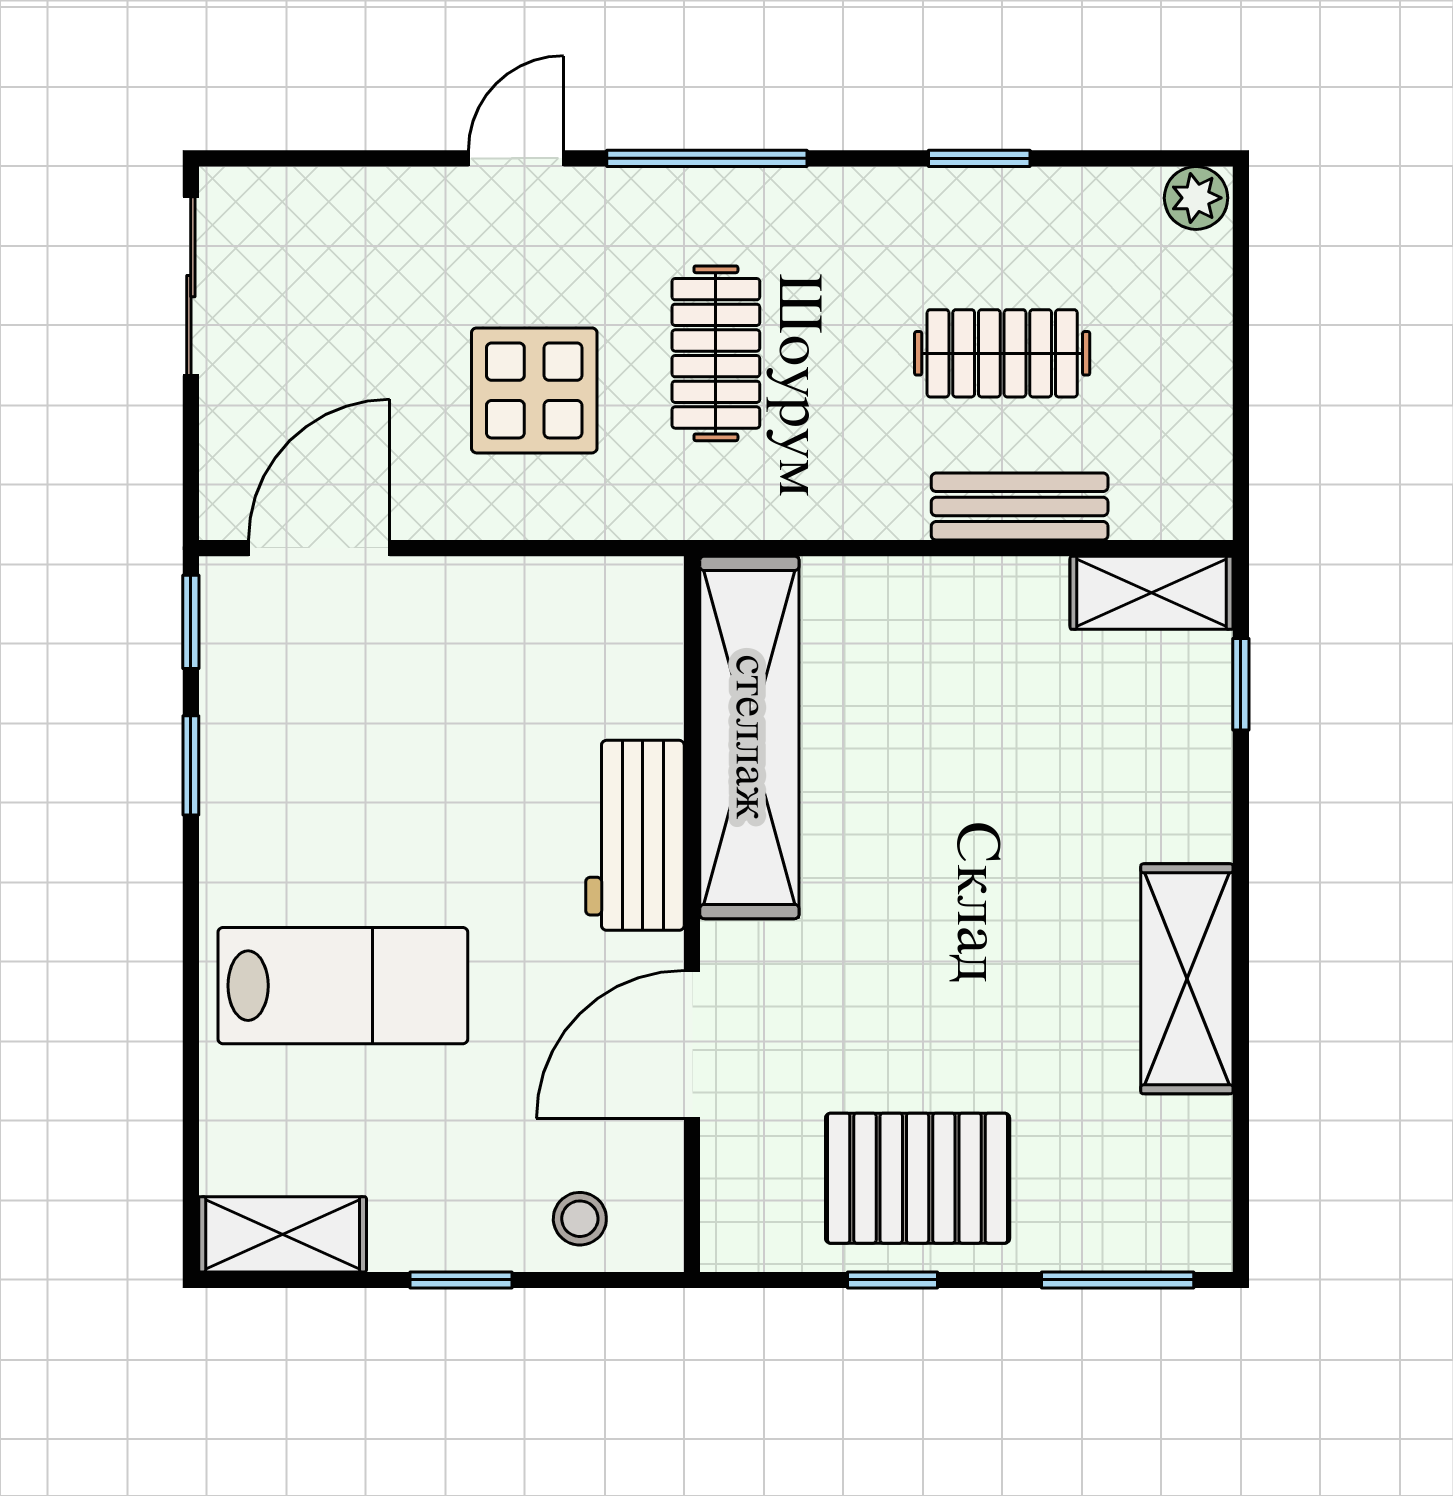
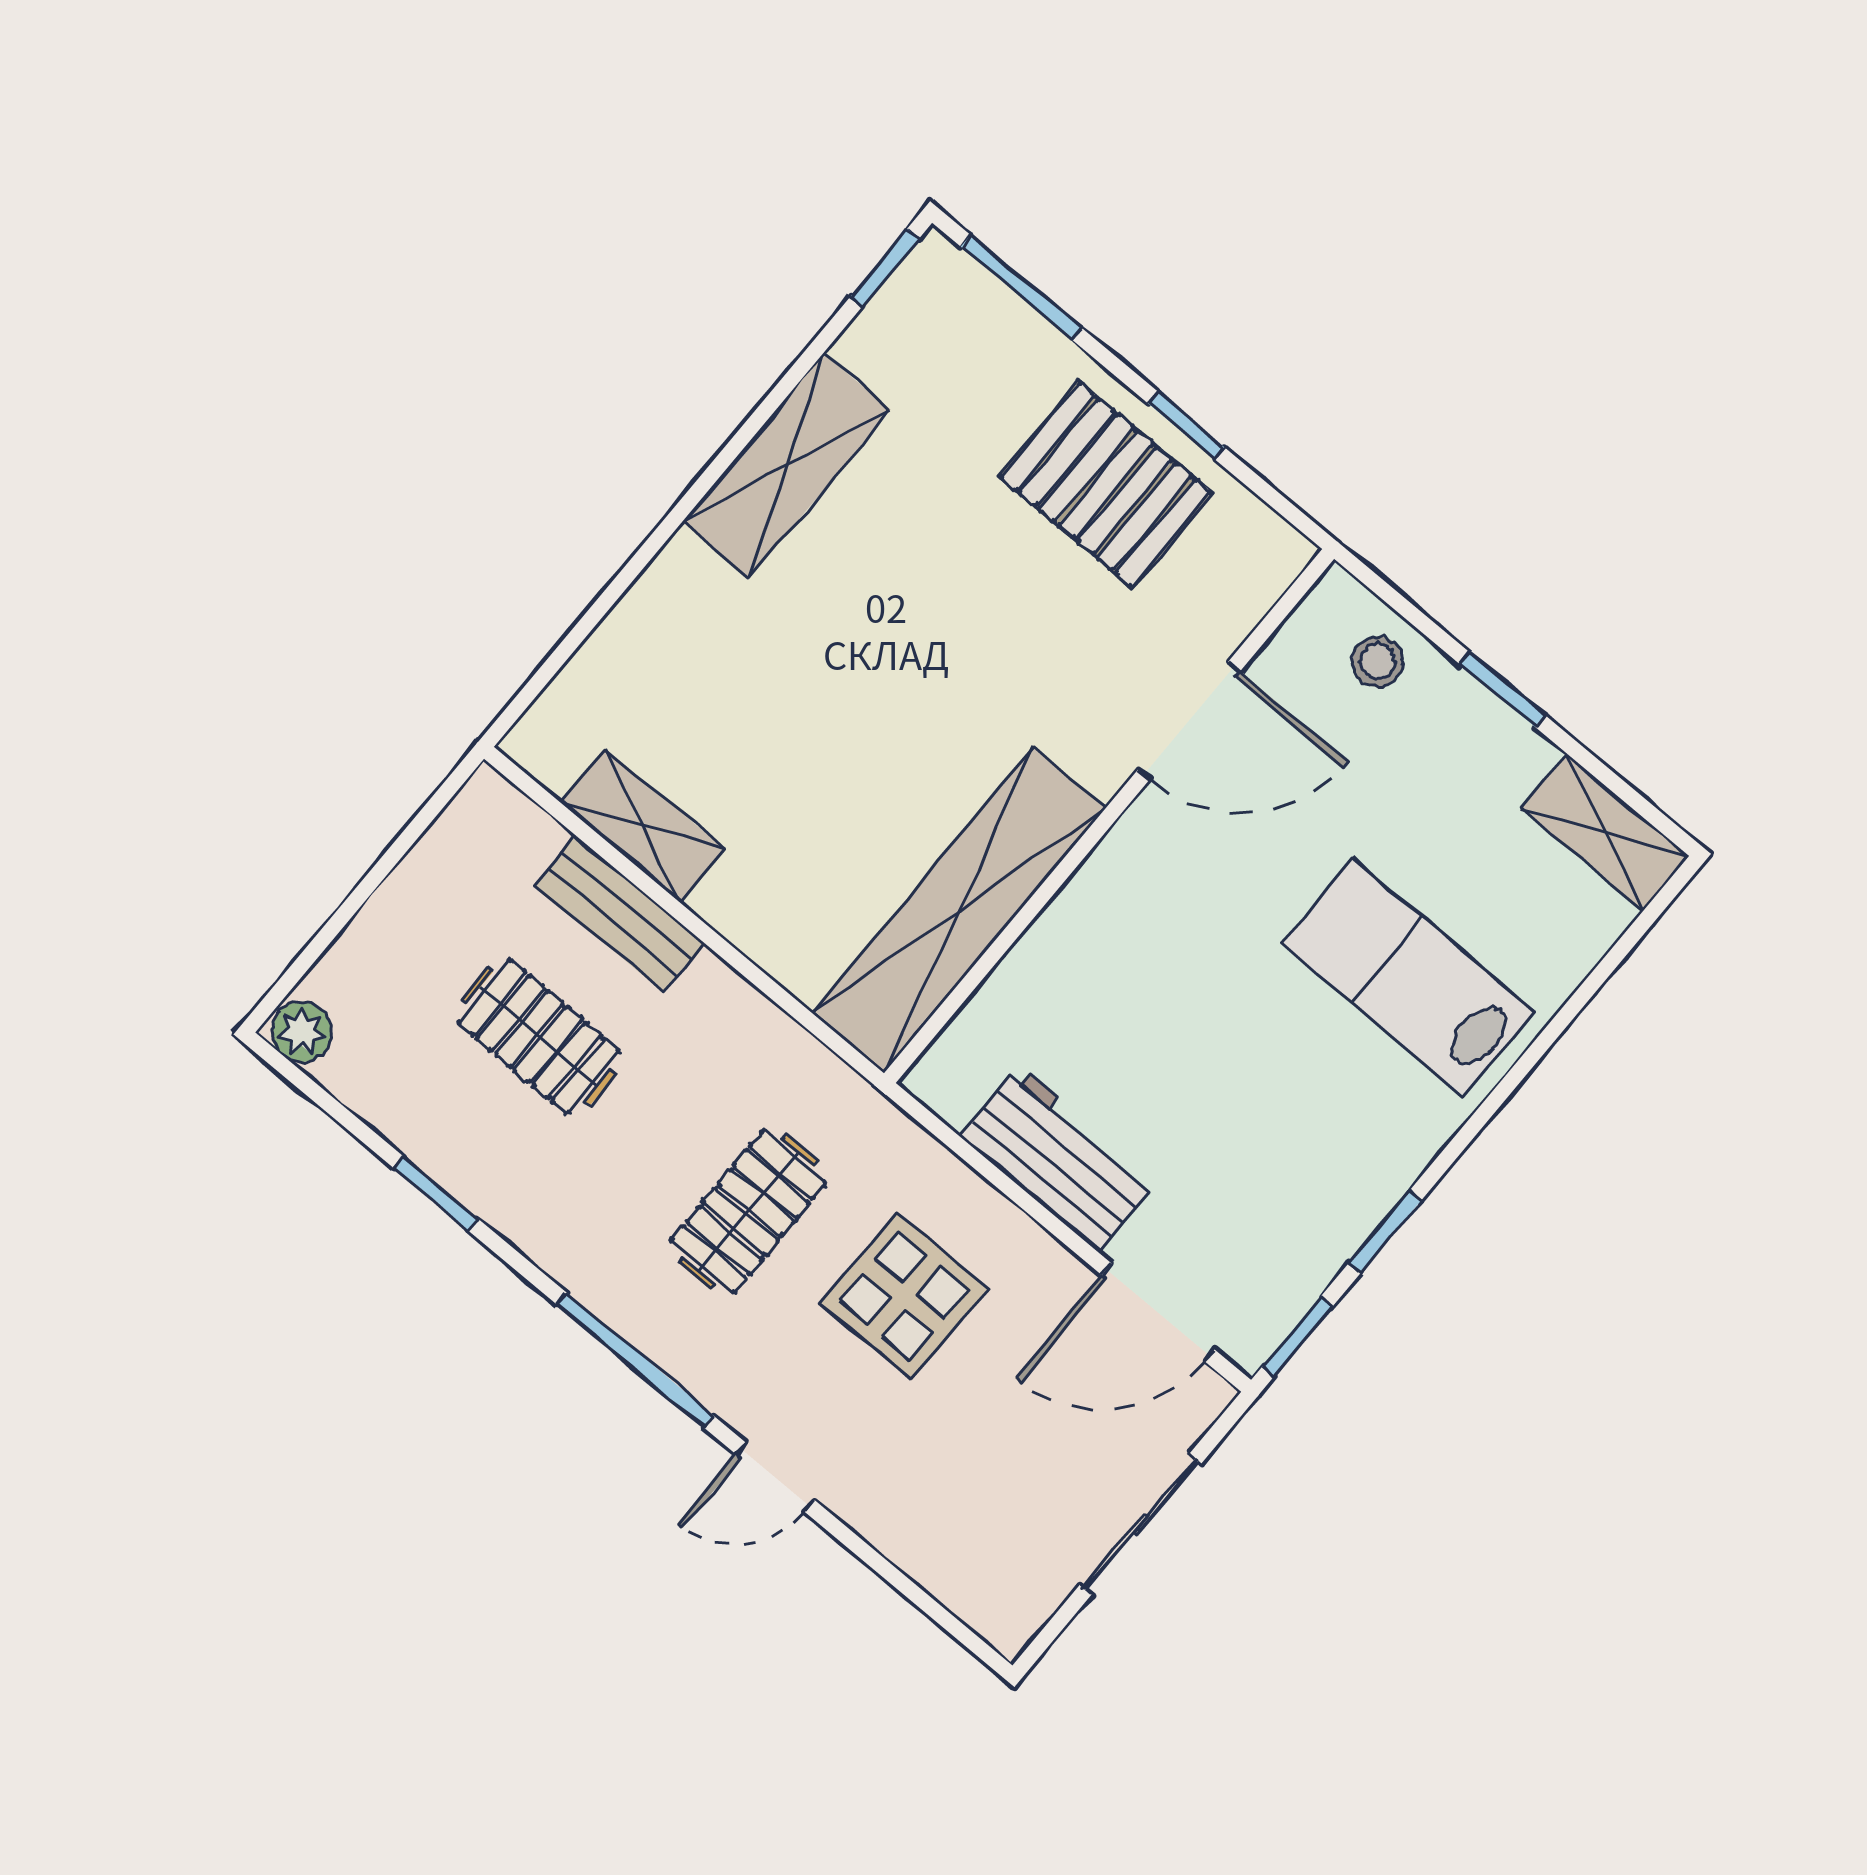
sliding door: (191, 286) -> (1140, 1524), moved
shelving: (1152, 593) -> (643, 826), moved
window: (1241, 684) -> (885, 267), moved
workbench: (635, 835) -> (1059, 1158), moved, turned -90

